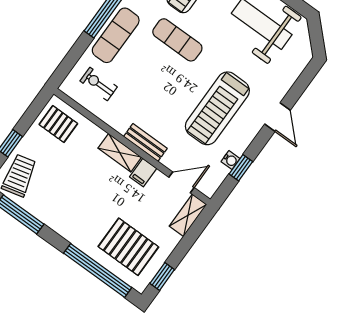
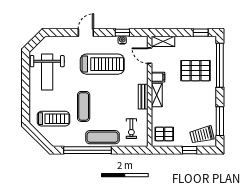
pallet: (58, 124) -> (164, 134), turned 90
bench: (145, 143) -> (143, 97), moved
pallet: (128, 247) -> (195, 71), moved, turned 90

